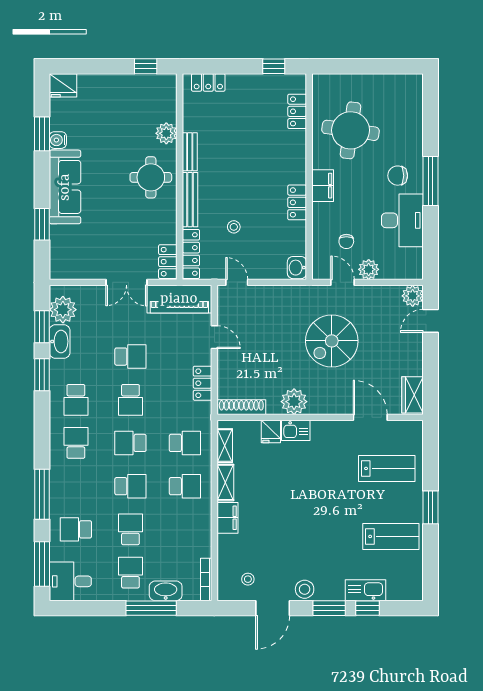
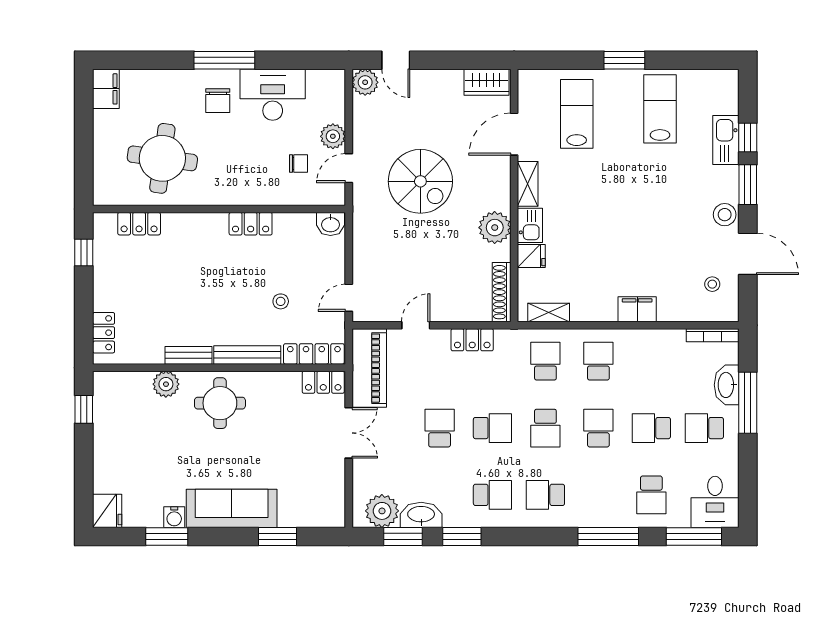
filing cabinet: (323, 186) -> (106, 89), moved, turned 90
shelving: (225, 482) -> (528, 184), moved, turned 90

